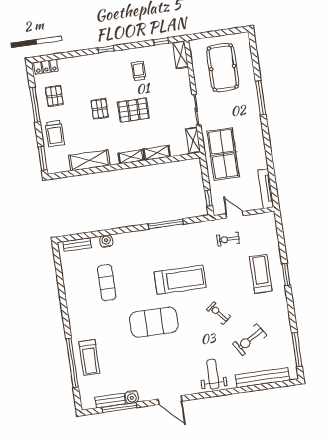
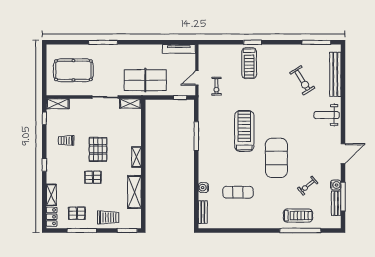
shelving: (157, 153) -> (51, 195), moved
treadmill: (261, 274) -> (249, 63), turned -90
exercise bike: (218, 313) -> (308, 186), moved

